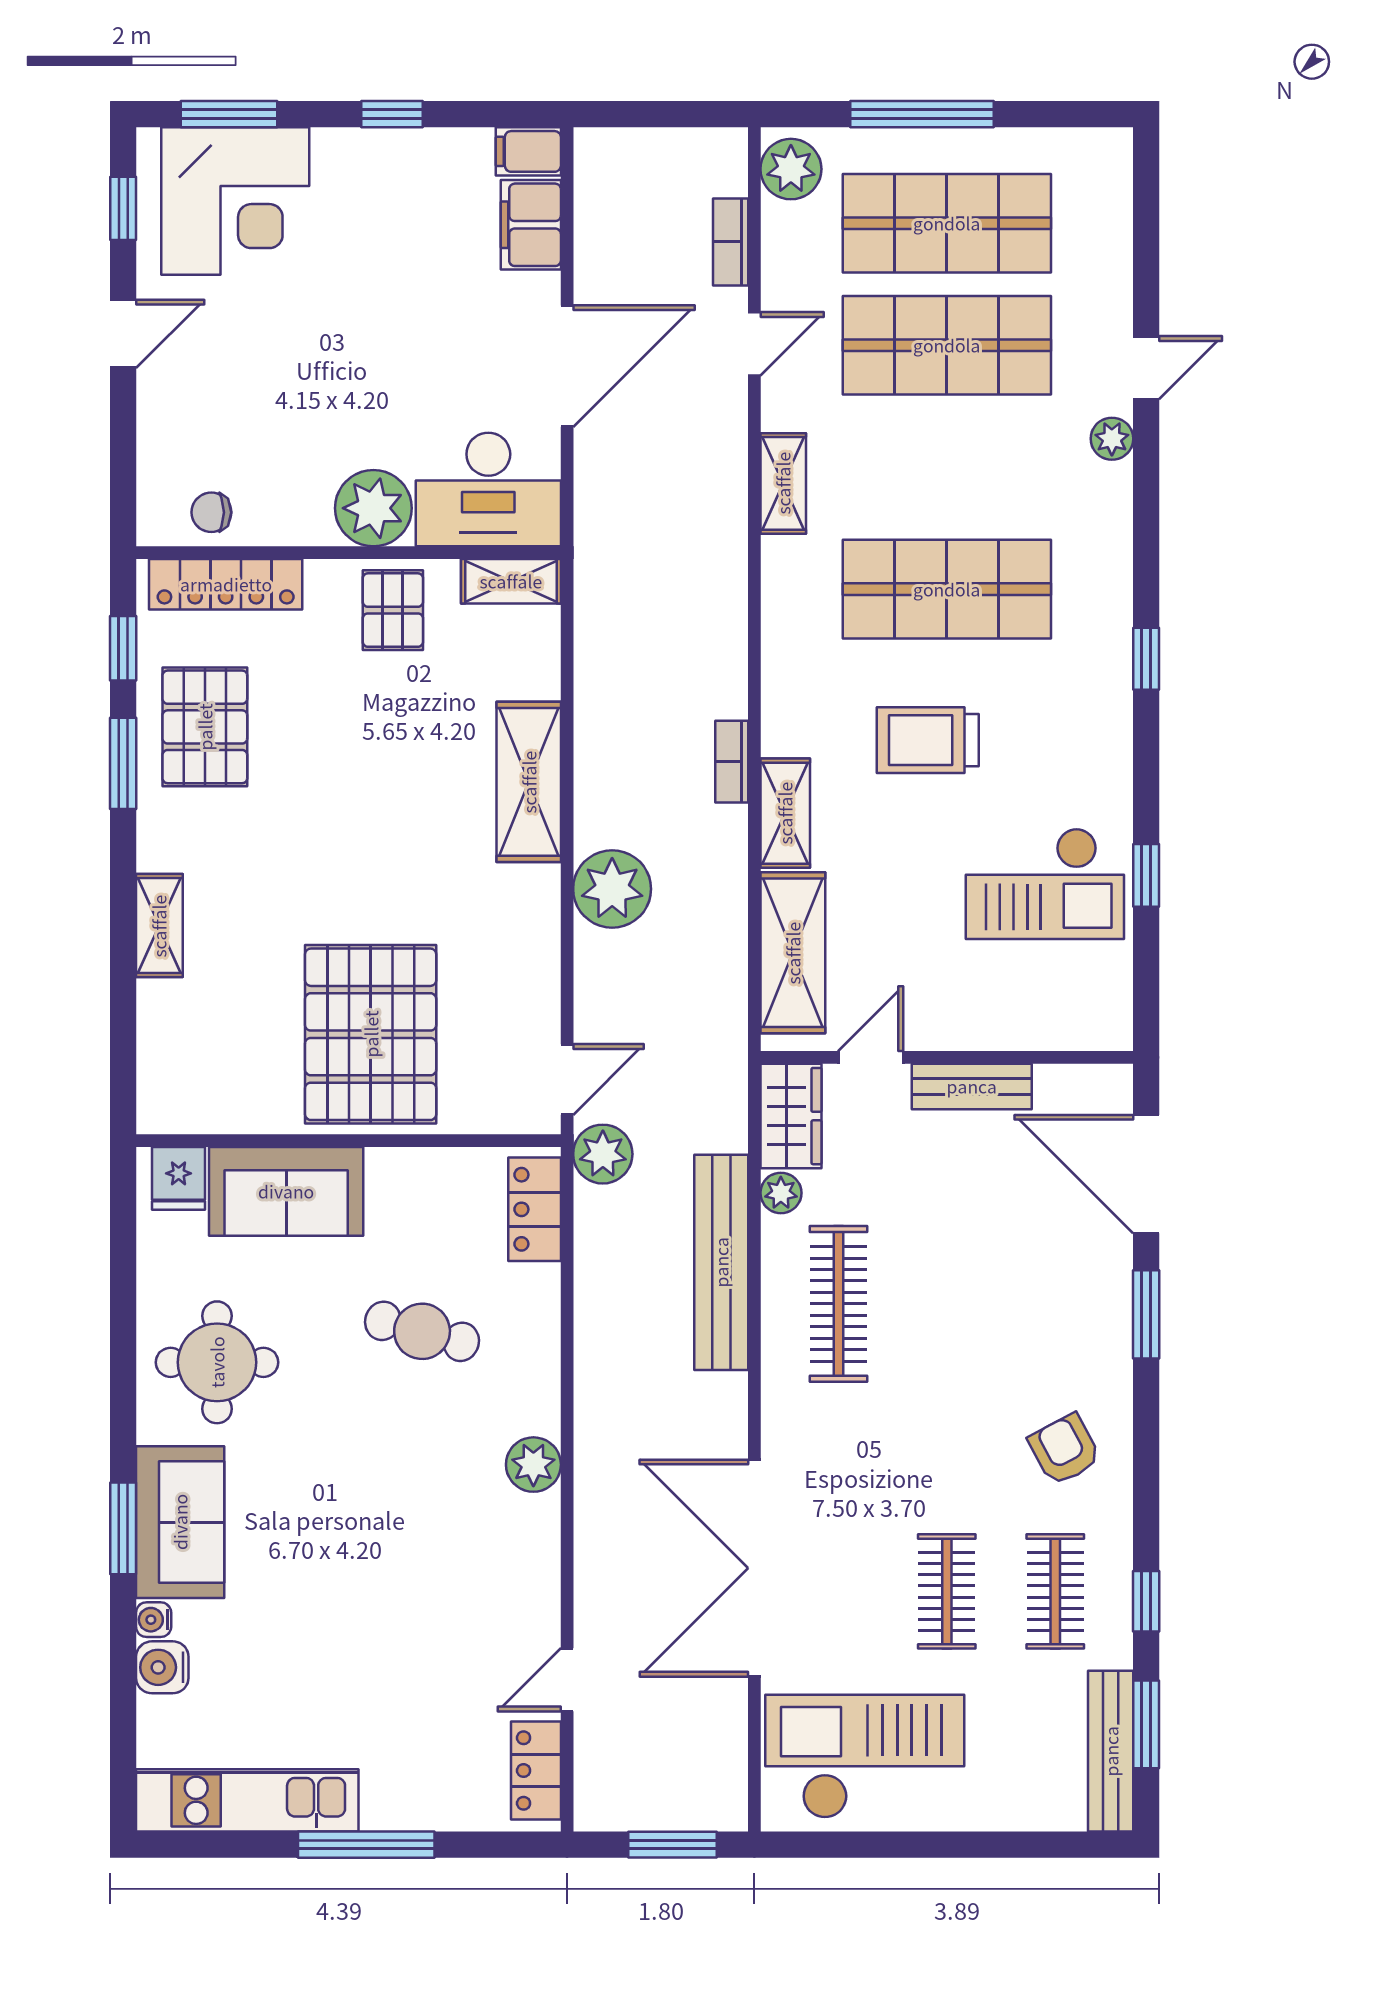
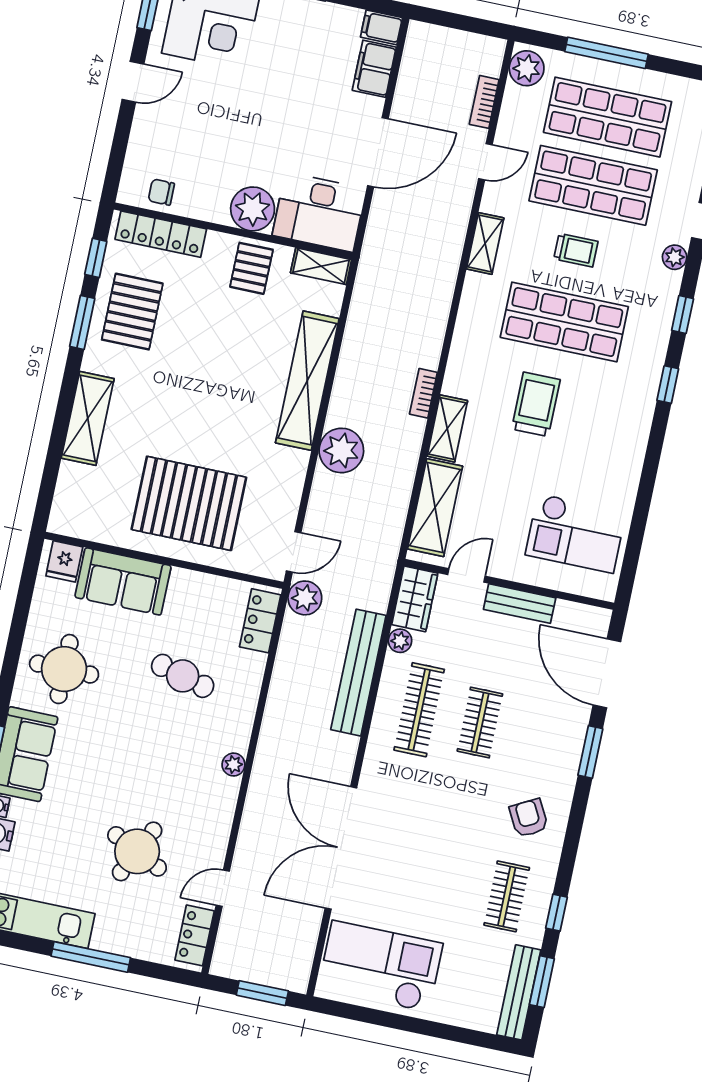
trolley: (941, 462) -> (576, 250), added
trolley: (928, 740) -> (536, 404), turned 90
shelving: (529, 782) -> (307, 381), width x1.47
window: (1146, 875) -> (683, 314), moved
checkout: (1045, 884) -> (576, 533), moved
shelving: (159, 926) -> (88, 418), width x1.50, depth x1.33
pallet: (371, 1034) -> (189, 503), turned 90
plant: (533, 1465) -> (233, 765), width x0.73, depth x0.73
clothes rail: (947, 1591) -> (480, 722), moved
round table: (407, 1648) -> (137, 851), added

